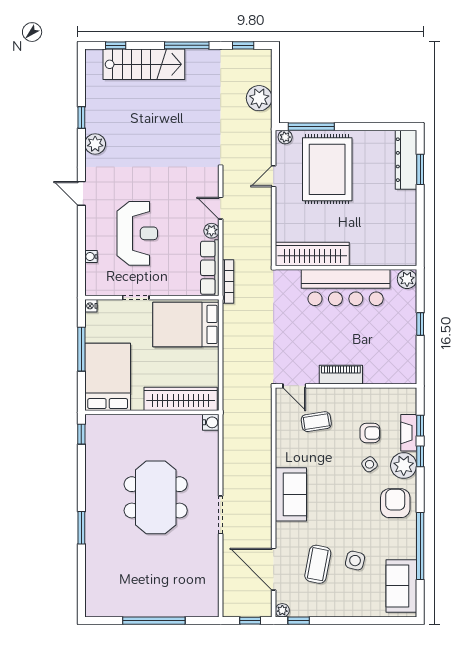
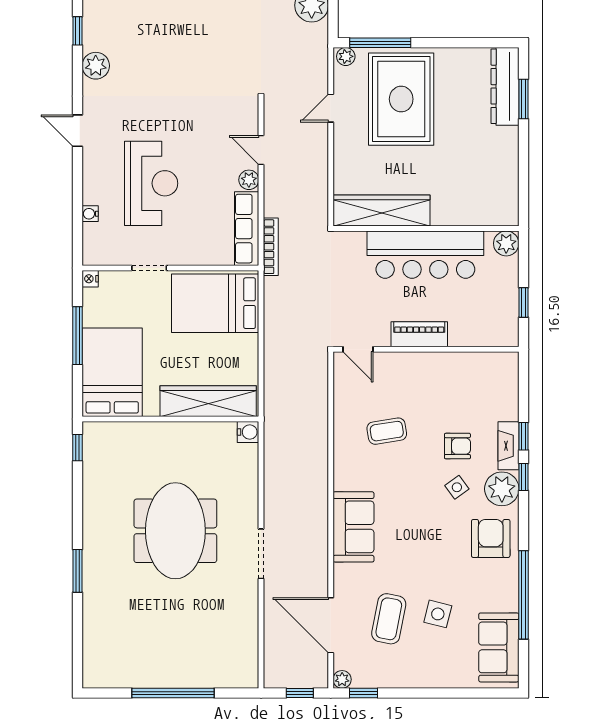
piano: (341, 375) -> (419, 334), moved
door: (294, 386) -> (358, 349), moved
wall: (346, 386) -> (426, 349), moved

